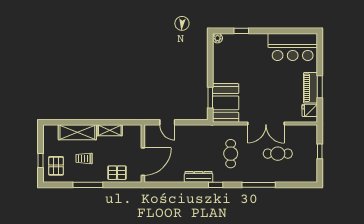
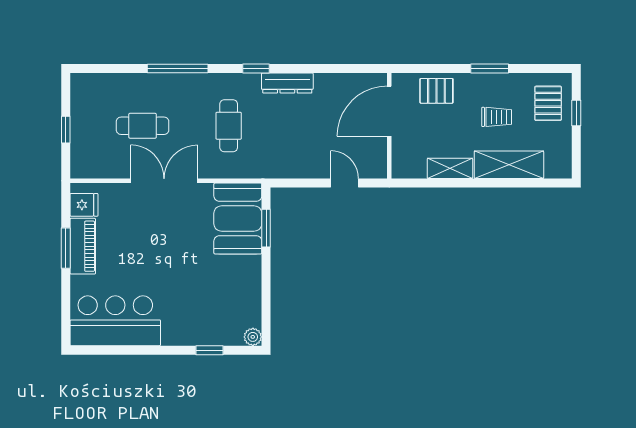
window: (88, 185) -> (490, 69), width x0.69

